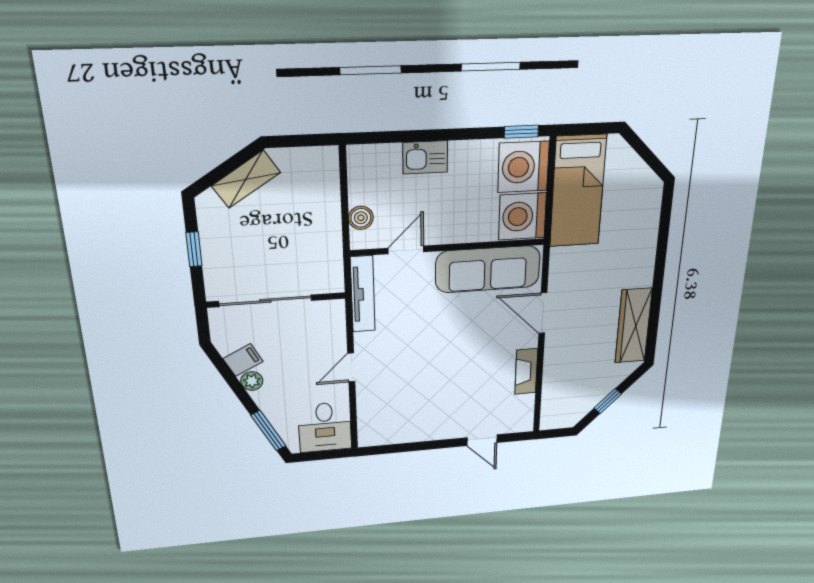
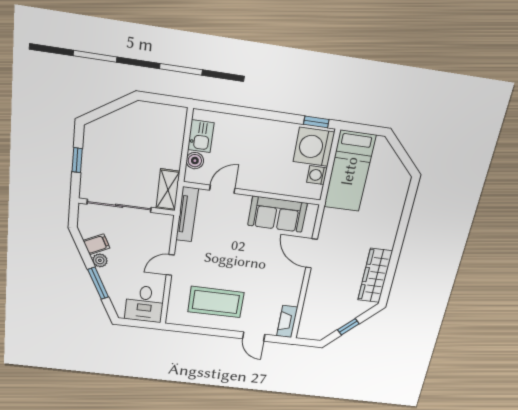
kitchen sink: (425, 157) -> (201, 136), moved, turned -90
shelving: (246, 179) -> (168, 190), moved, turned -57
washing machine: (522, 216) -> (317, 175), width x0.53, depth x0.53
sofa: (488, 269) -> (277, 214), width x0.73
fireplace: (526, 371) -> (287, 322), moved
coffee table: (423, 405) -> (216, 302), added
window: (268, 431) -> (98, 283), moved

